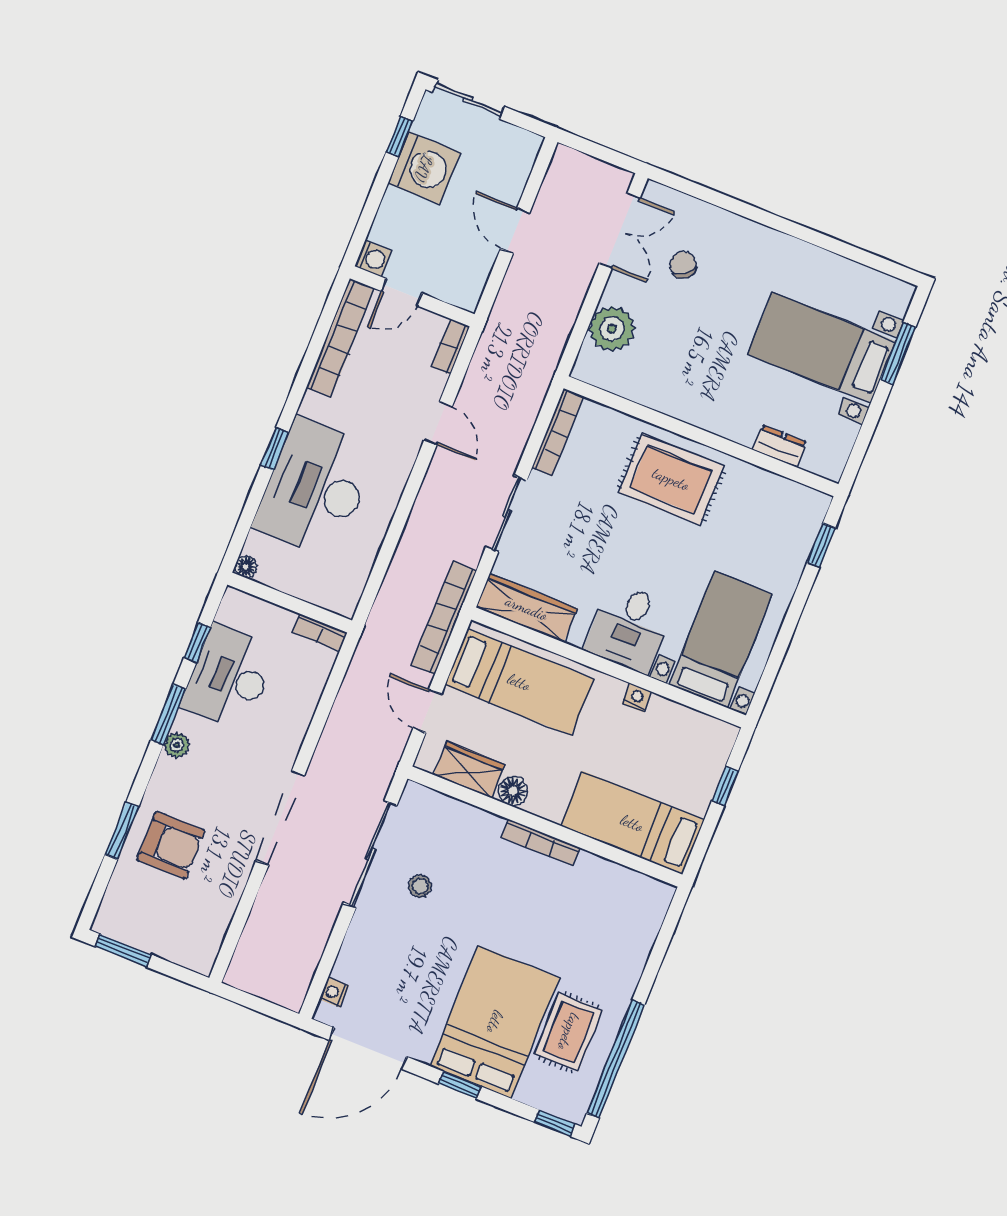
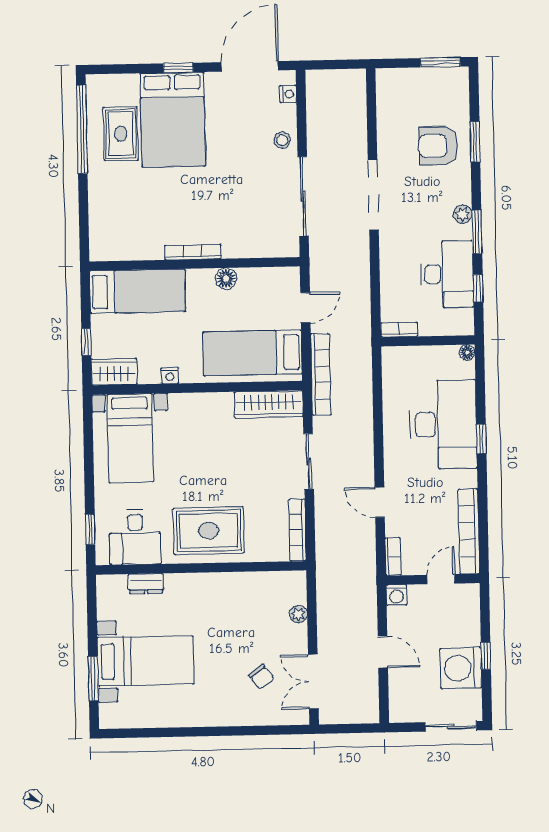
window: (400, 136) -> (486, 656), moved
washing machine: (373, 258) -> (397, 595), moved, turned -90
plant: (612, 329) -> (298, 614), width x0.53, depth x0.53
desk: (629, 628) -> (135, 537), moved, turned 180
door: (427, 711) -> (305, 308), hinge flipped
wardrobe: (469, 770) -> (114, 372), moved, turned 180
stool: (420, 886) -> (282, 140), moved
window: (555, 1123) -> (104, 69), removed

